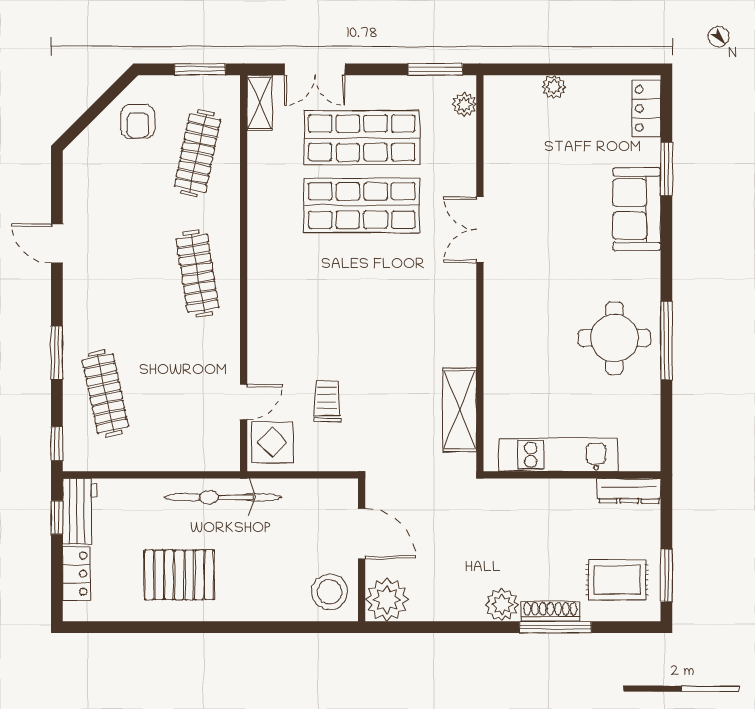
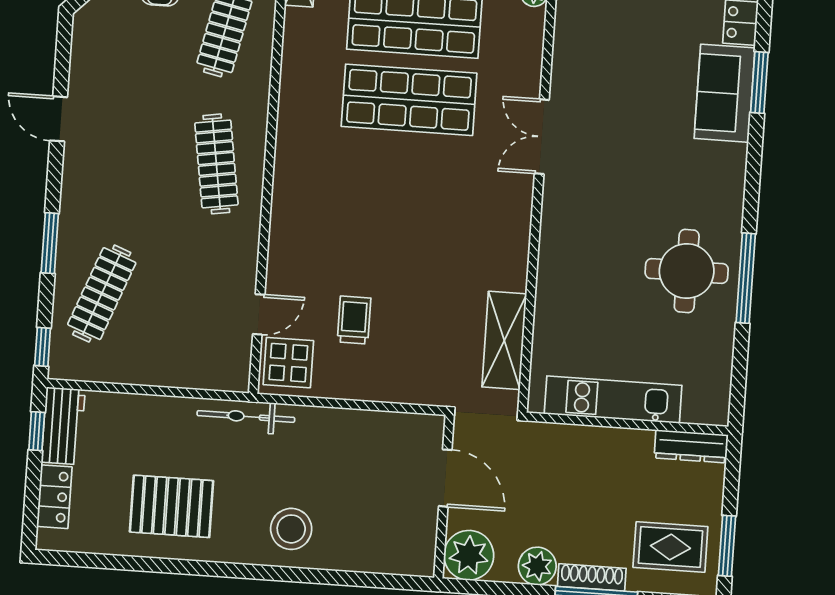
sofa: (637, 209) -> (725, 93), moved
clothes rail: (105, 393) -> (102, 294), turned 33
bicycle: (223, 497) -> (246, 416), width x0.73, depth x0.71
door: (362, 533) -> (445, 478), moved
wall: (362, 550) -> (444, 497), moved
stool: (329, 592) -> (291, 529), moved
plant: (387, 599) -> (469, 555), moved

